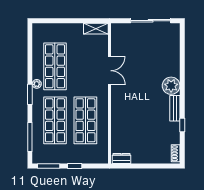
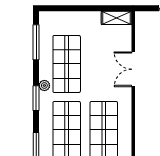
window: (30, 48) -> (36, 42), added
double door: (110, 71) -> (133, 69), swing flipped

